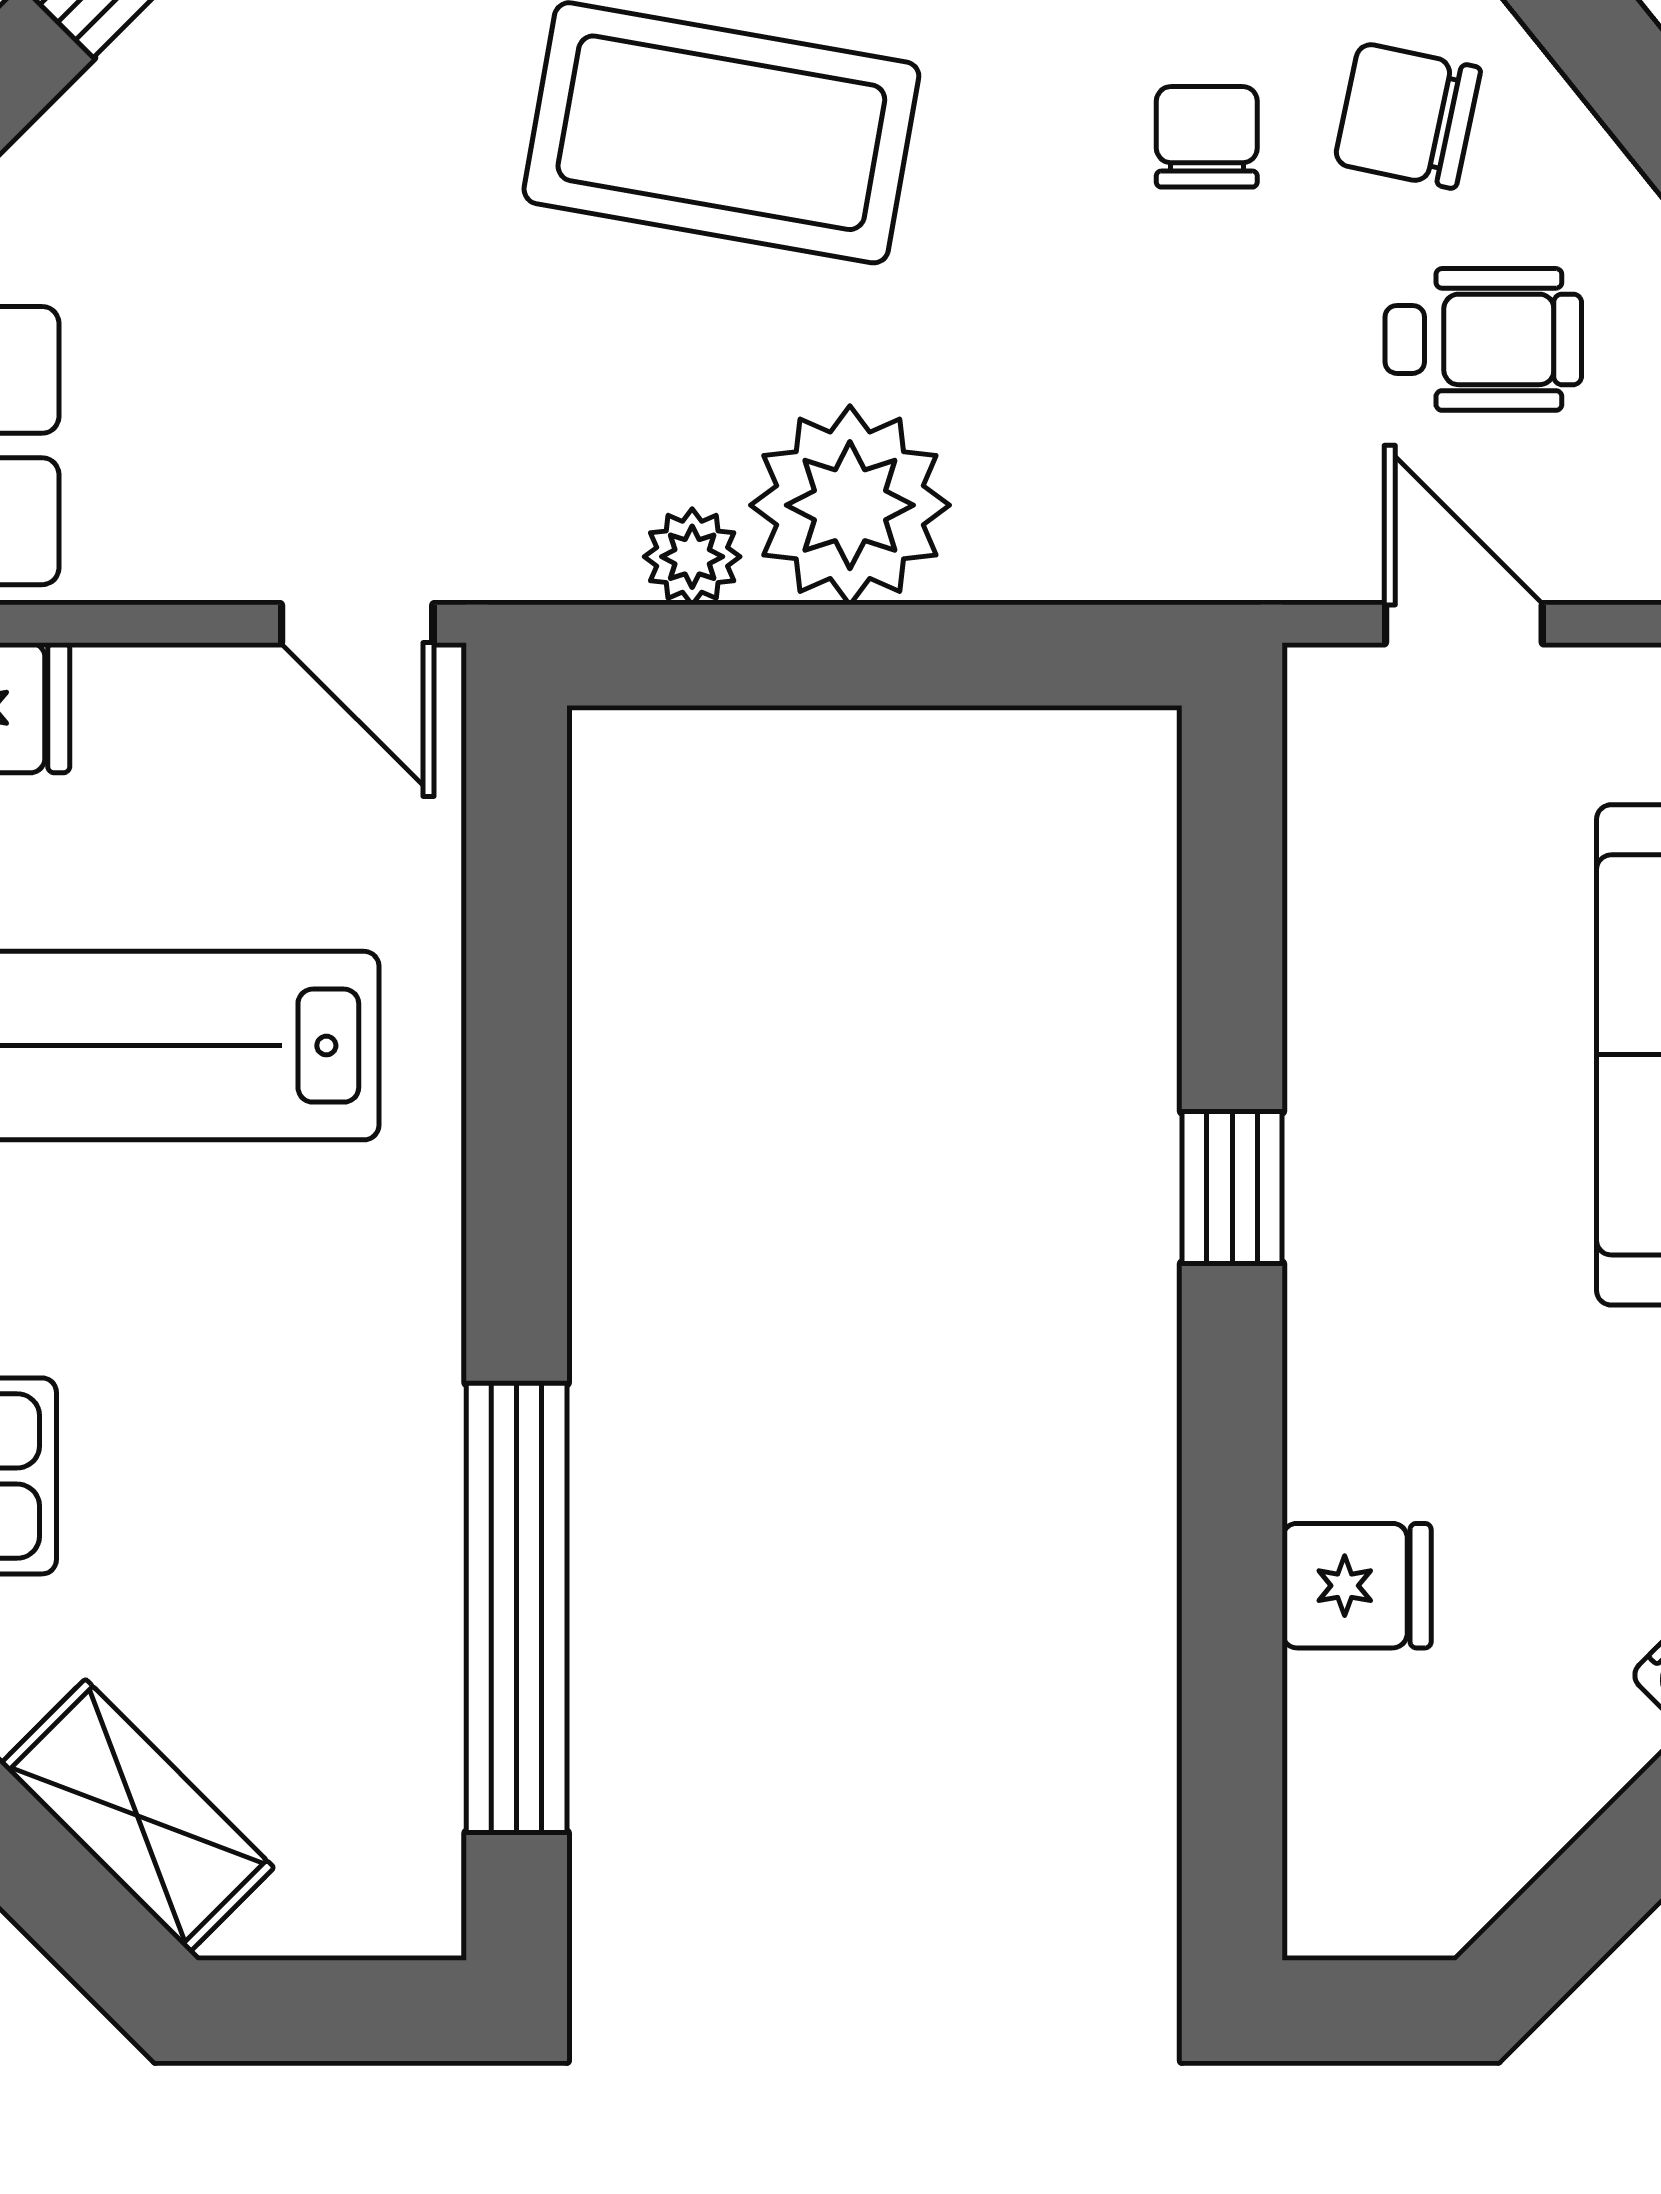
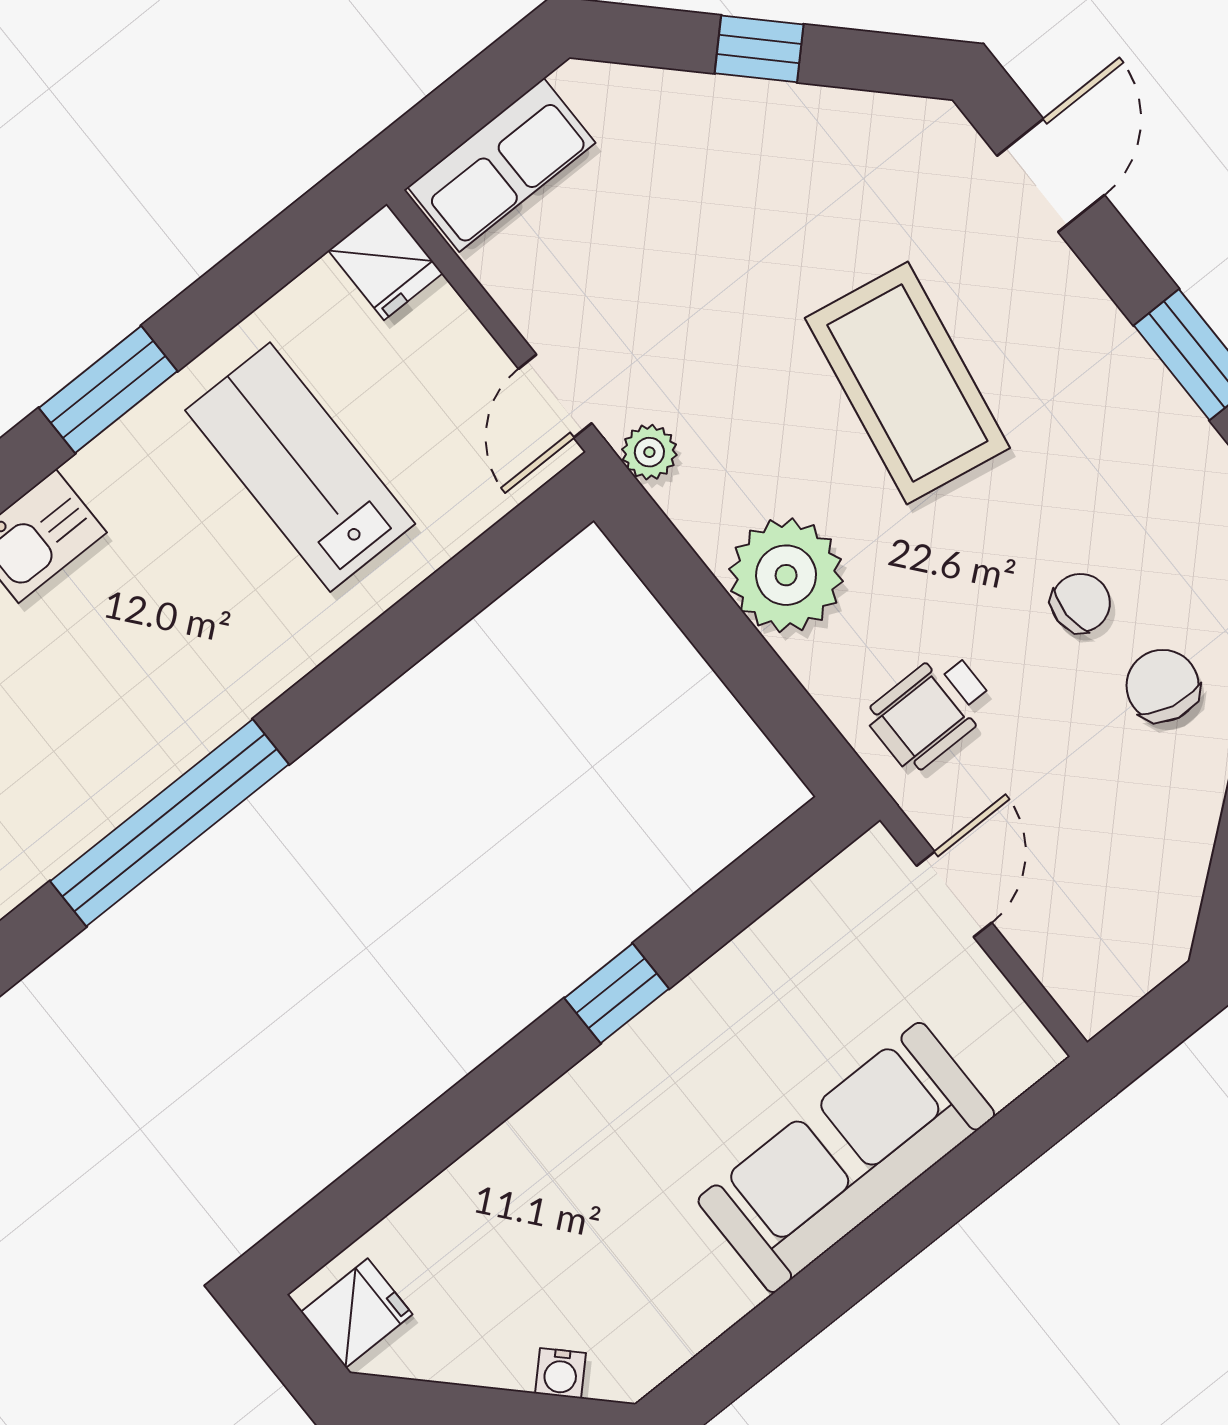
wheelchair: (1483, 339) -> (930, 711), moved, turned 90
plant: (692, 557) -> (649, 452), moved
fridge: (1357, 1586) -> (357, 1313), moved, turned -90

